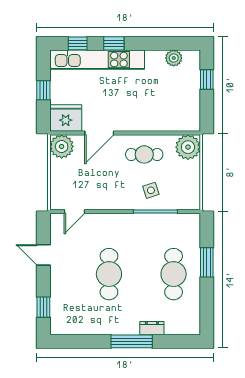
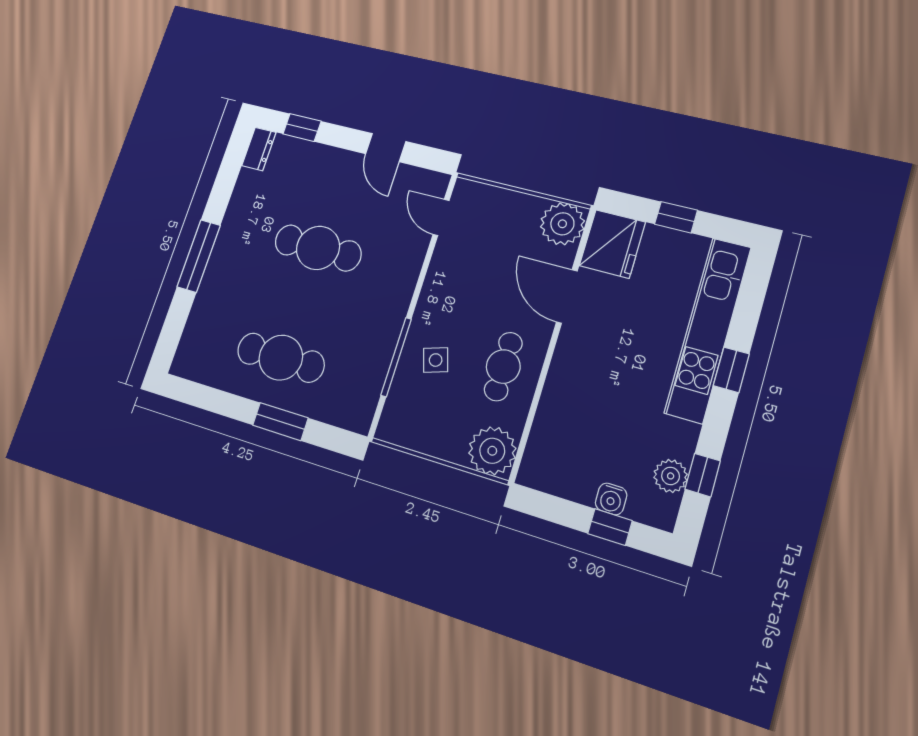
window: (78, 43) -> (703, 475), moved
water cooler: (193, 83) -> (611, 499), added
door: (43, 255) -> (386, 148), swing flipped
dresser: (152, 328) -> (259, 149), moved

